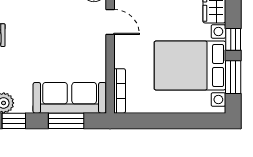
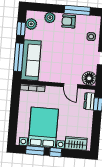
door: (110, 22) -> (71, 86), hinge flipped
window: (66, 121) -> (19, 57), width x1.44

